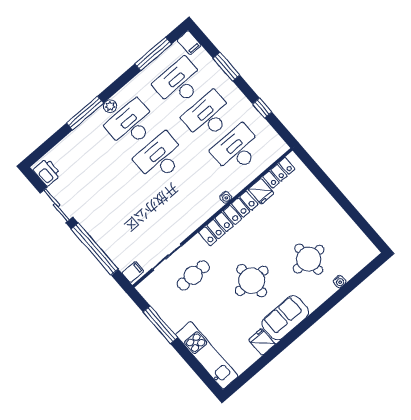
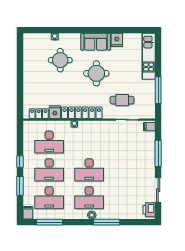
window: (262, 108) -> (20, 161), moved
window: (95, 249) -> (158, 153), width x0.68

